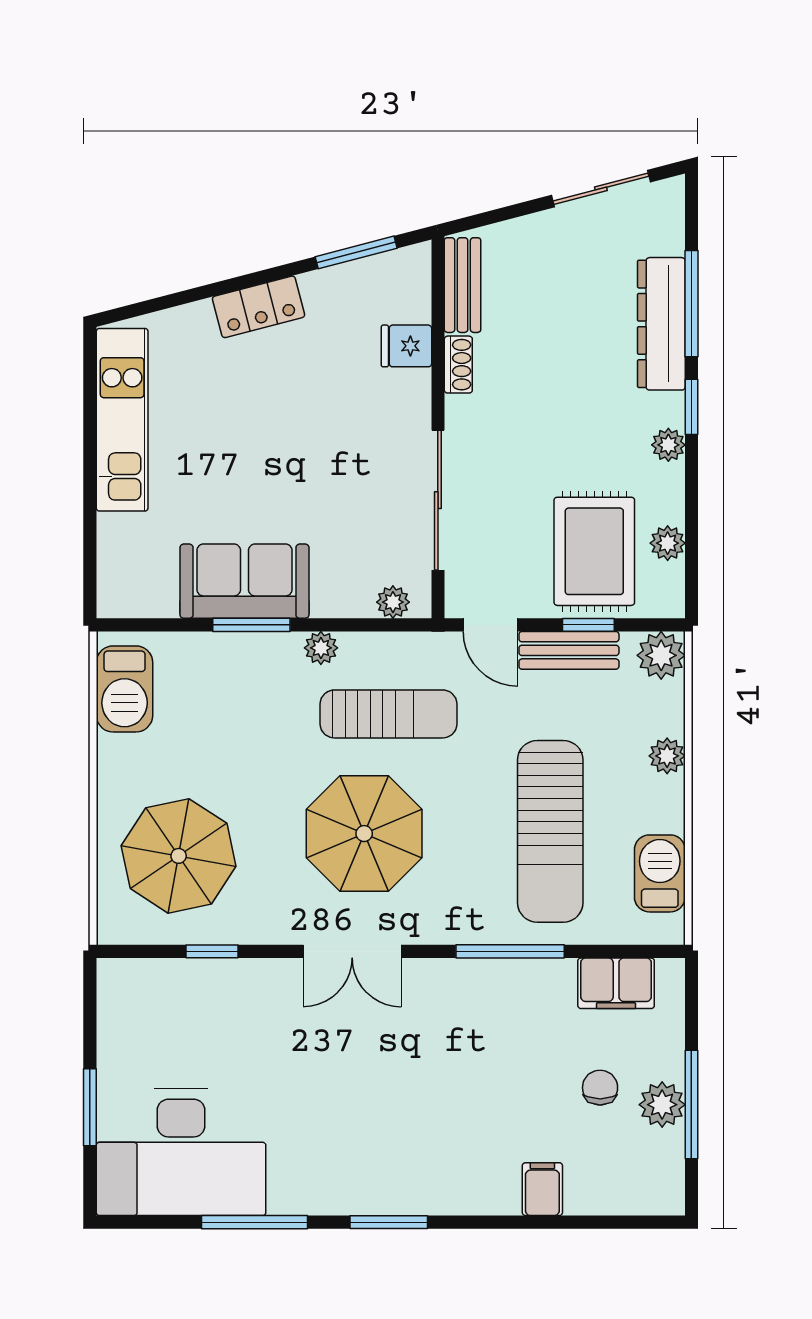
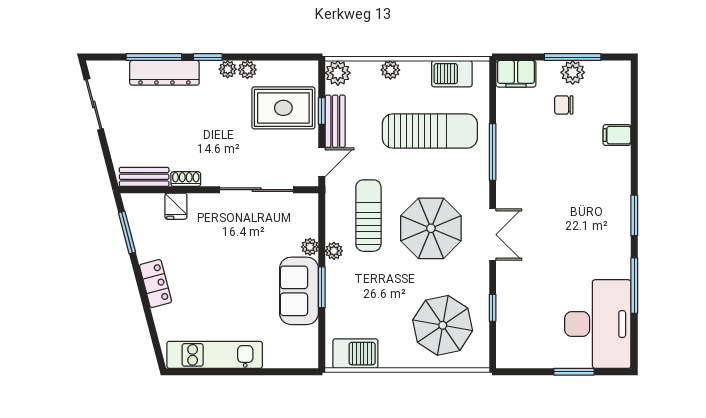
plant: (668, 543) -> (247, 70), moved
plant: (393, 602) -> (310, 247), moved
filing cabinet: (616, 983) -> (516, 74), moved, turned 90

